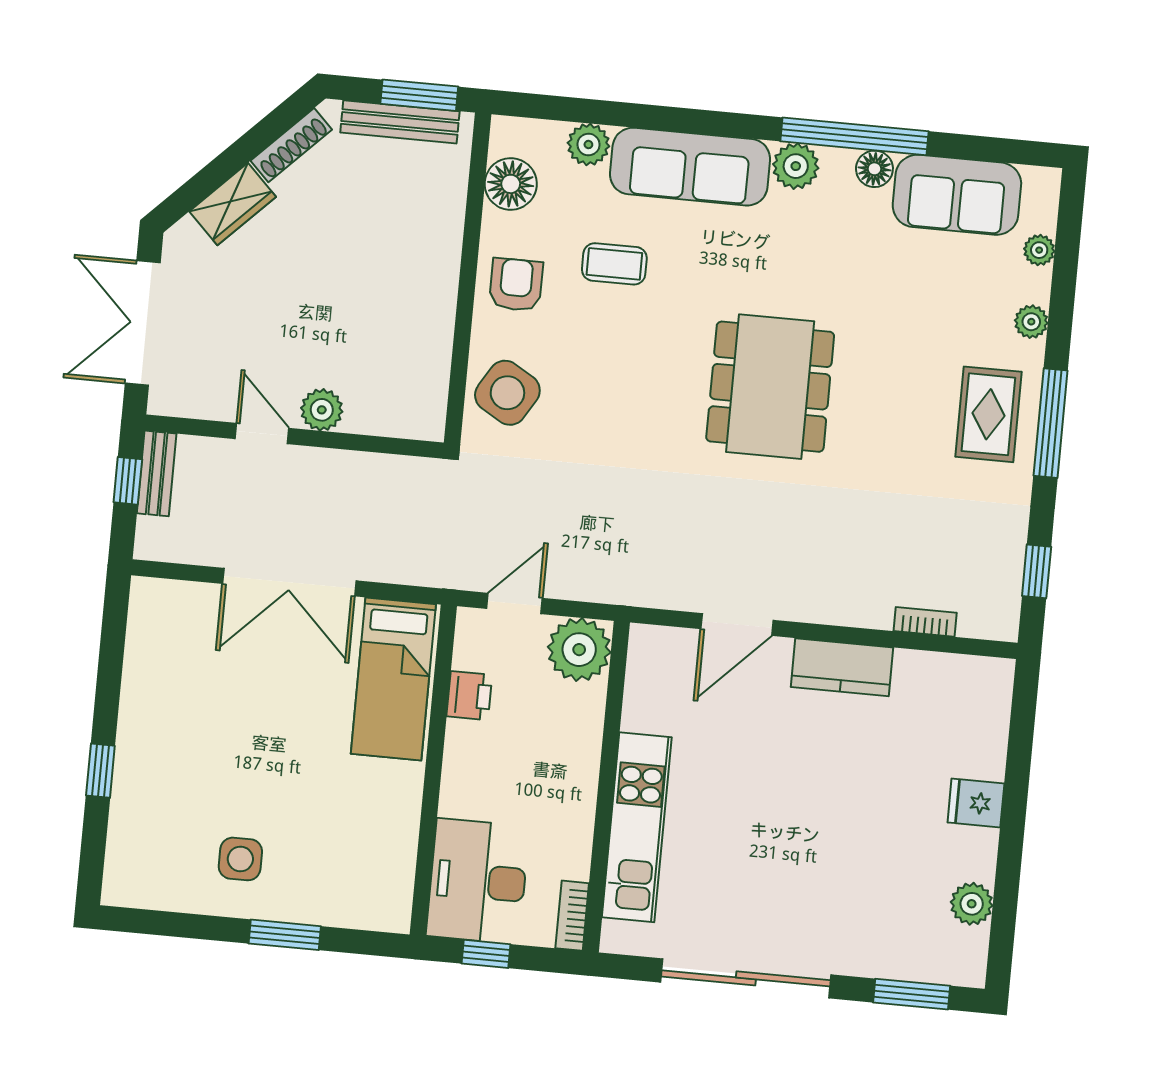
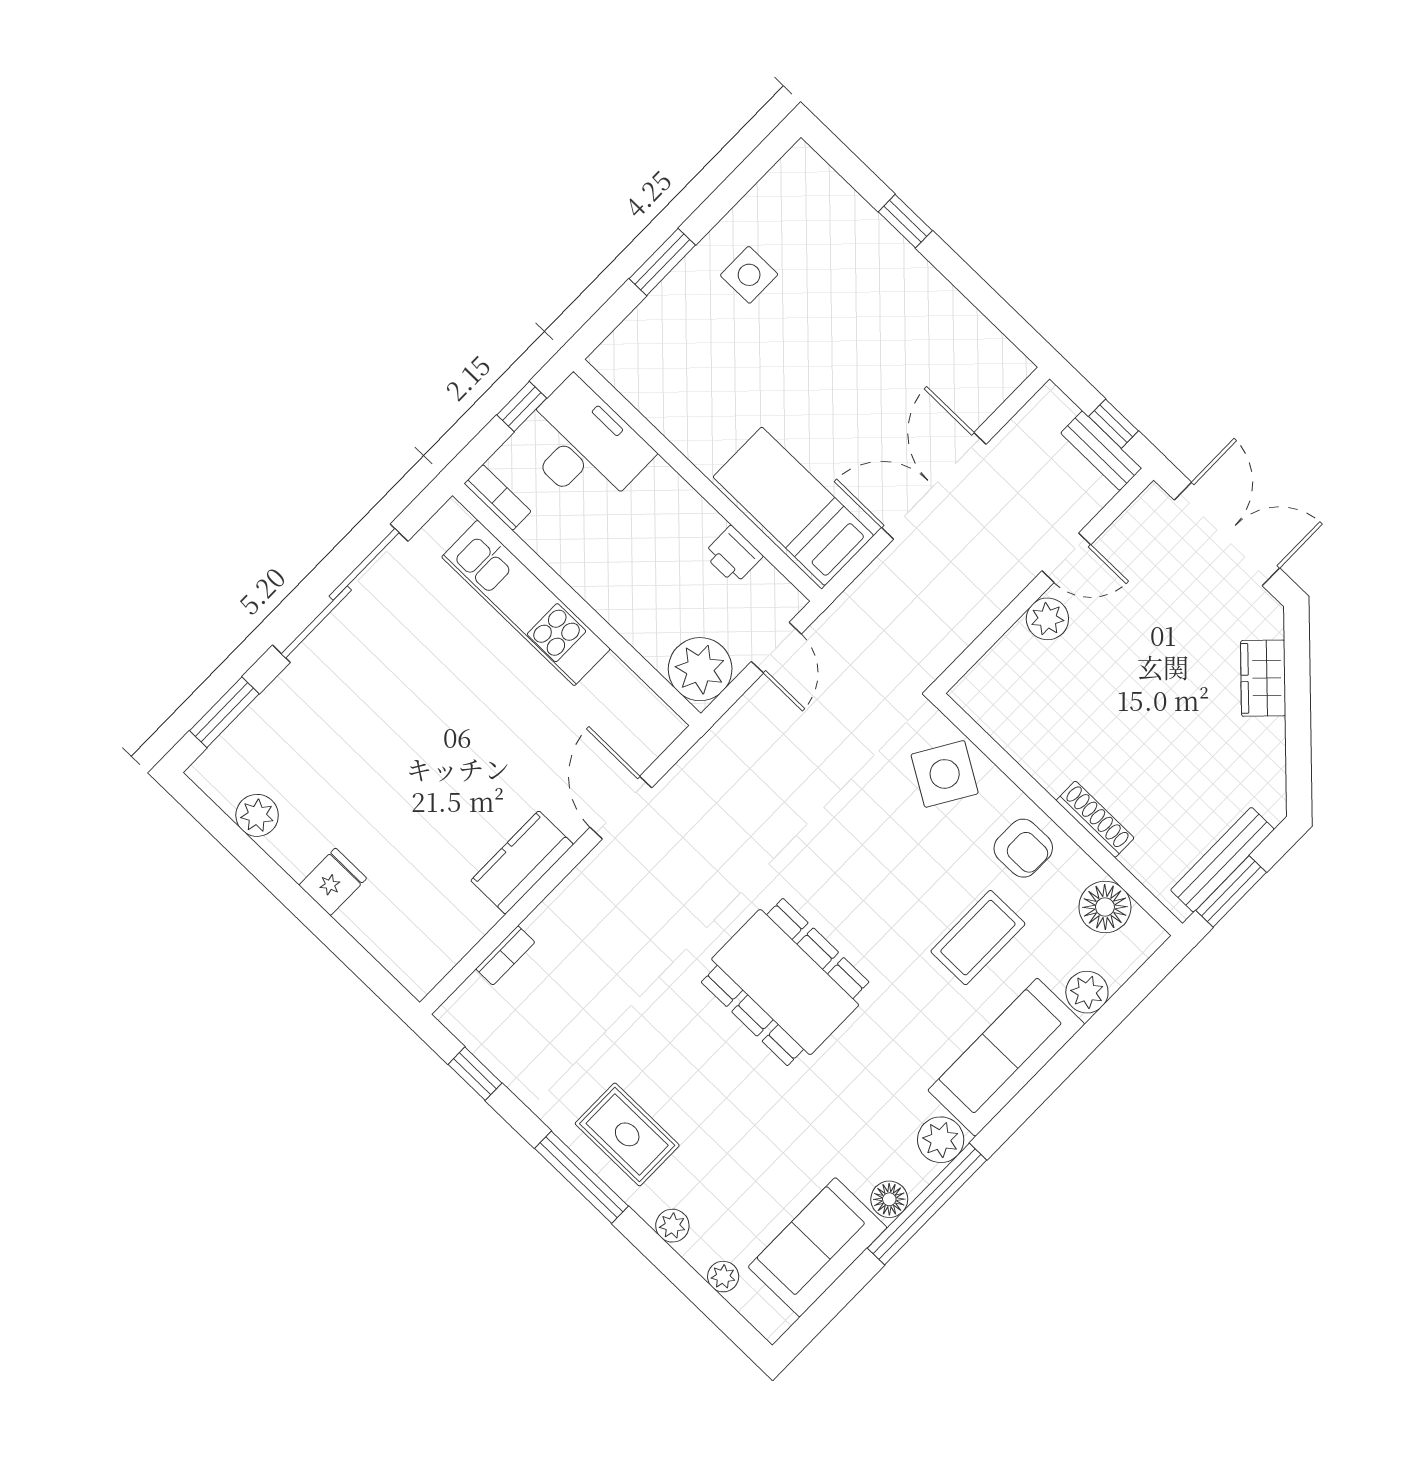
shoe rack: (291, 145) -> (1095, 819), moved, turned 135
coffee table: (614, 264) -> (978, 938), width x1.36, depth x1.30

